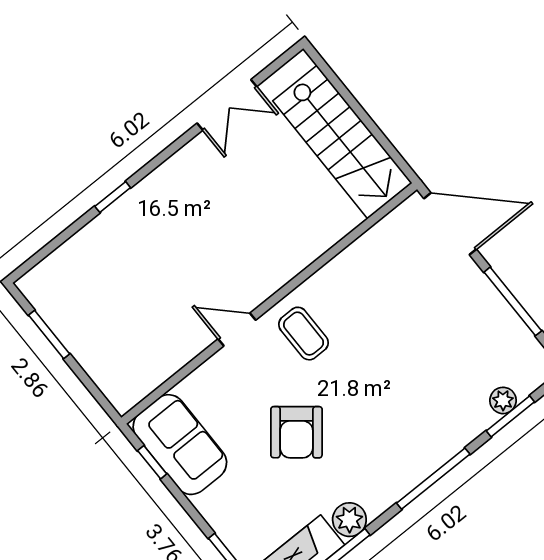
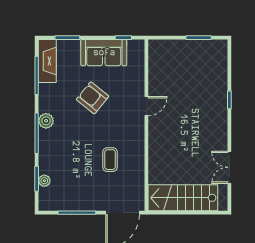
coffee table: (304, 334) -> (110, 160), moved, turned 90
sofa: (180, 445) -> (104, 53), moved
plant: (349, 520) -> (46, 121), moved

